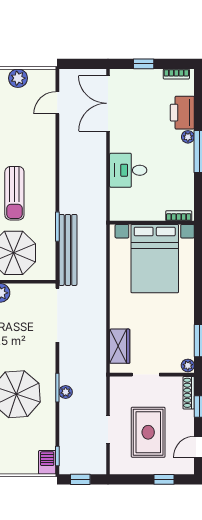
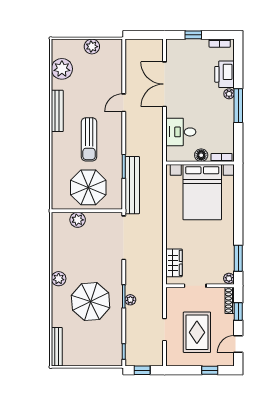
door: (57, 103) -> (124, 103), moved
double door: (108, 103) -> (165, 84), moved
desk: (128, 170) -> (181, 132), moved
floor lamp: (153, 213) -> (201, 155), added
barbecue: (47, 462) -> (115, 357), removed

